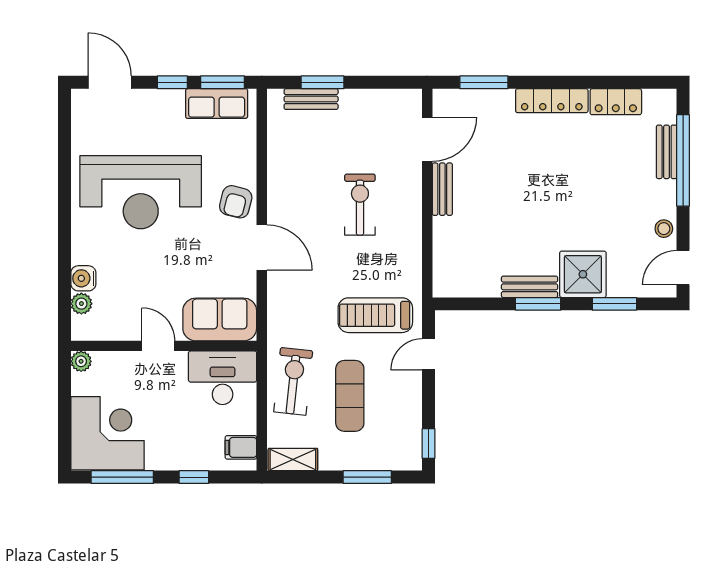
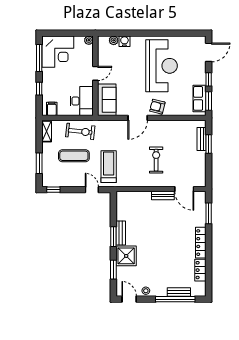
reception desk: (141, 192) -> (161, 66), turned 180
exercise bike: (360, 205) -> (156, 160), turned -90

